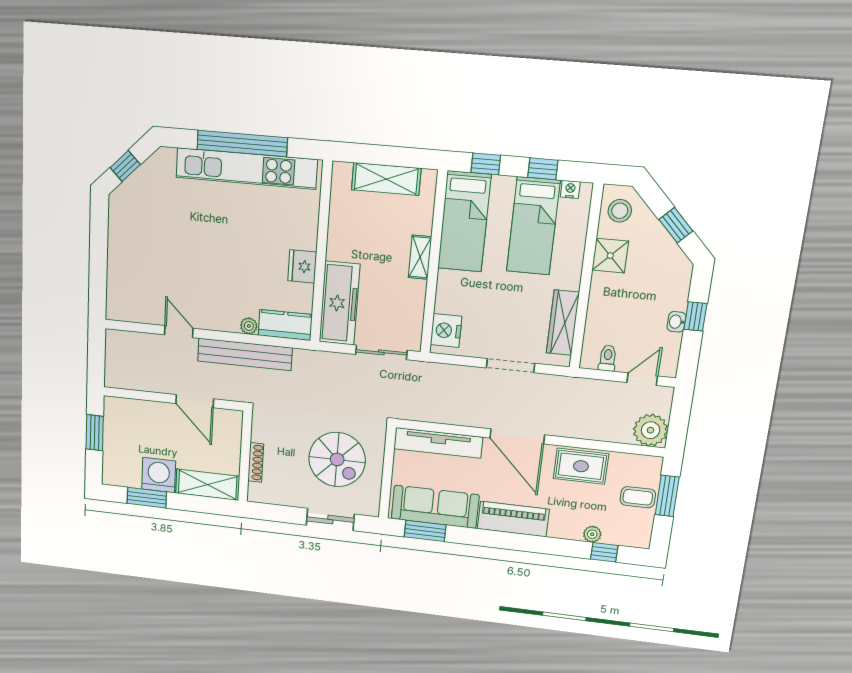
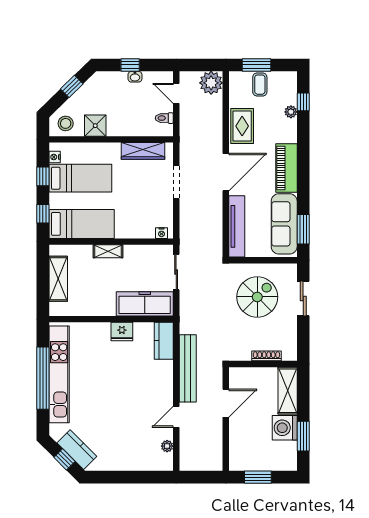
kitchen counter: (138, 186) -> (77, 450), added
plant: (249, 326) -> (167, 446), moved
nightstand: (446, 330) -> (161, 233), width x0.53, depth x0.56

